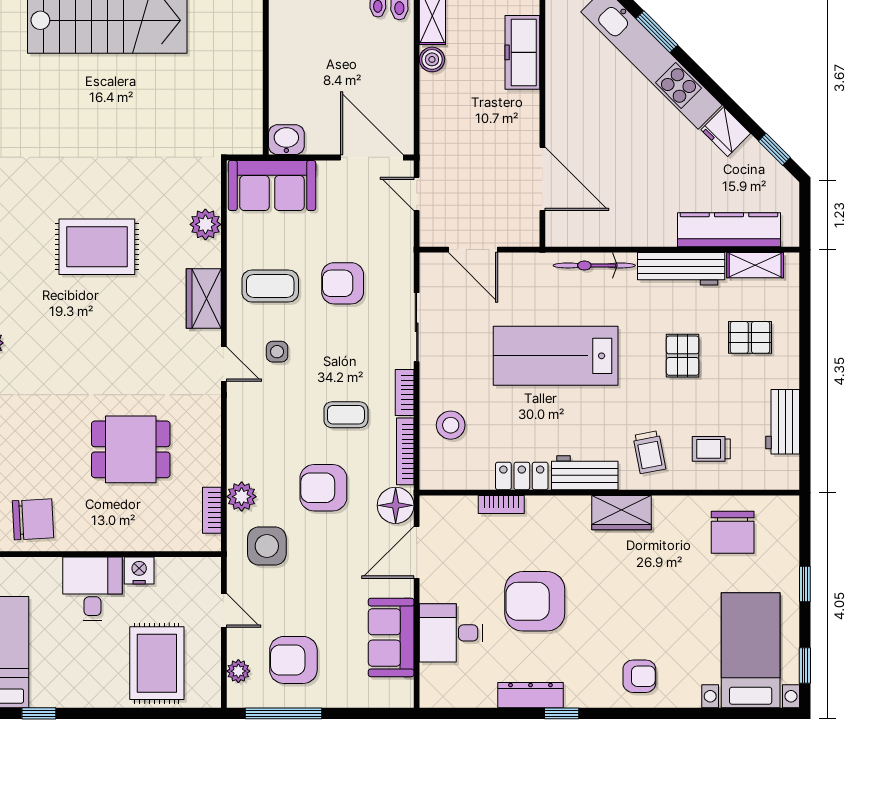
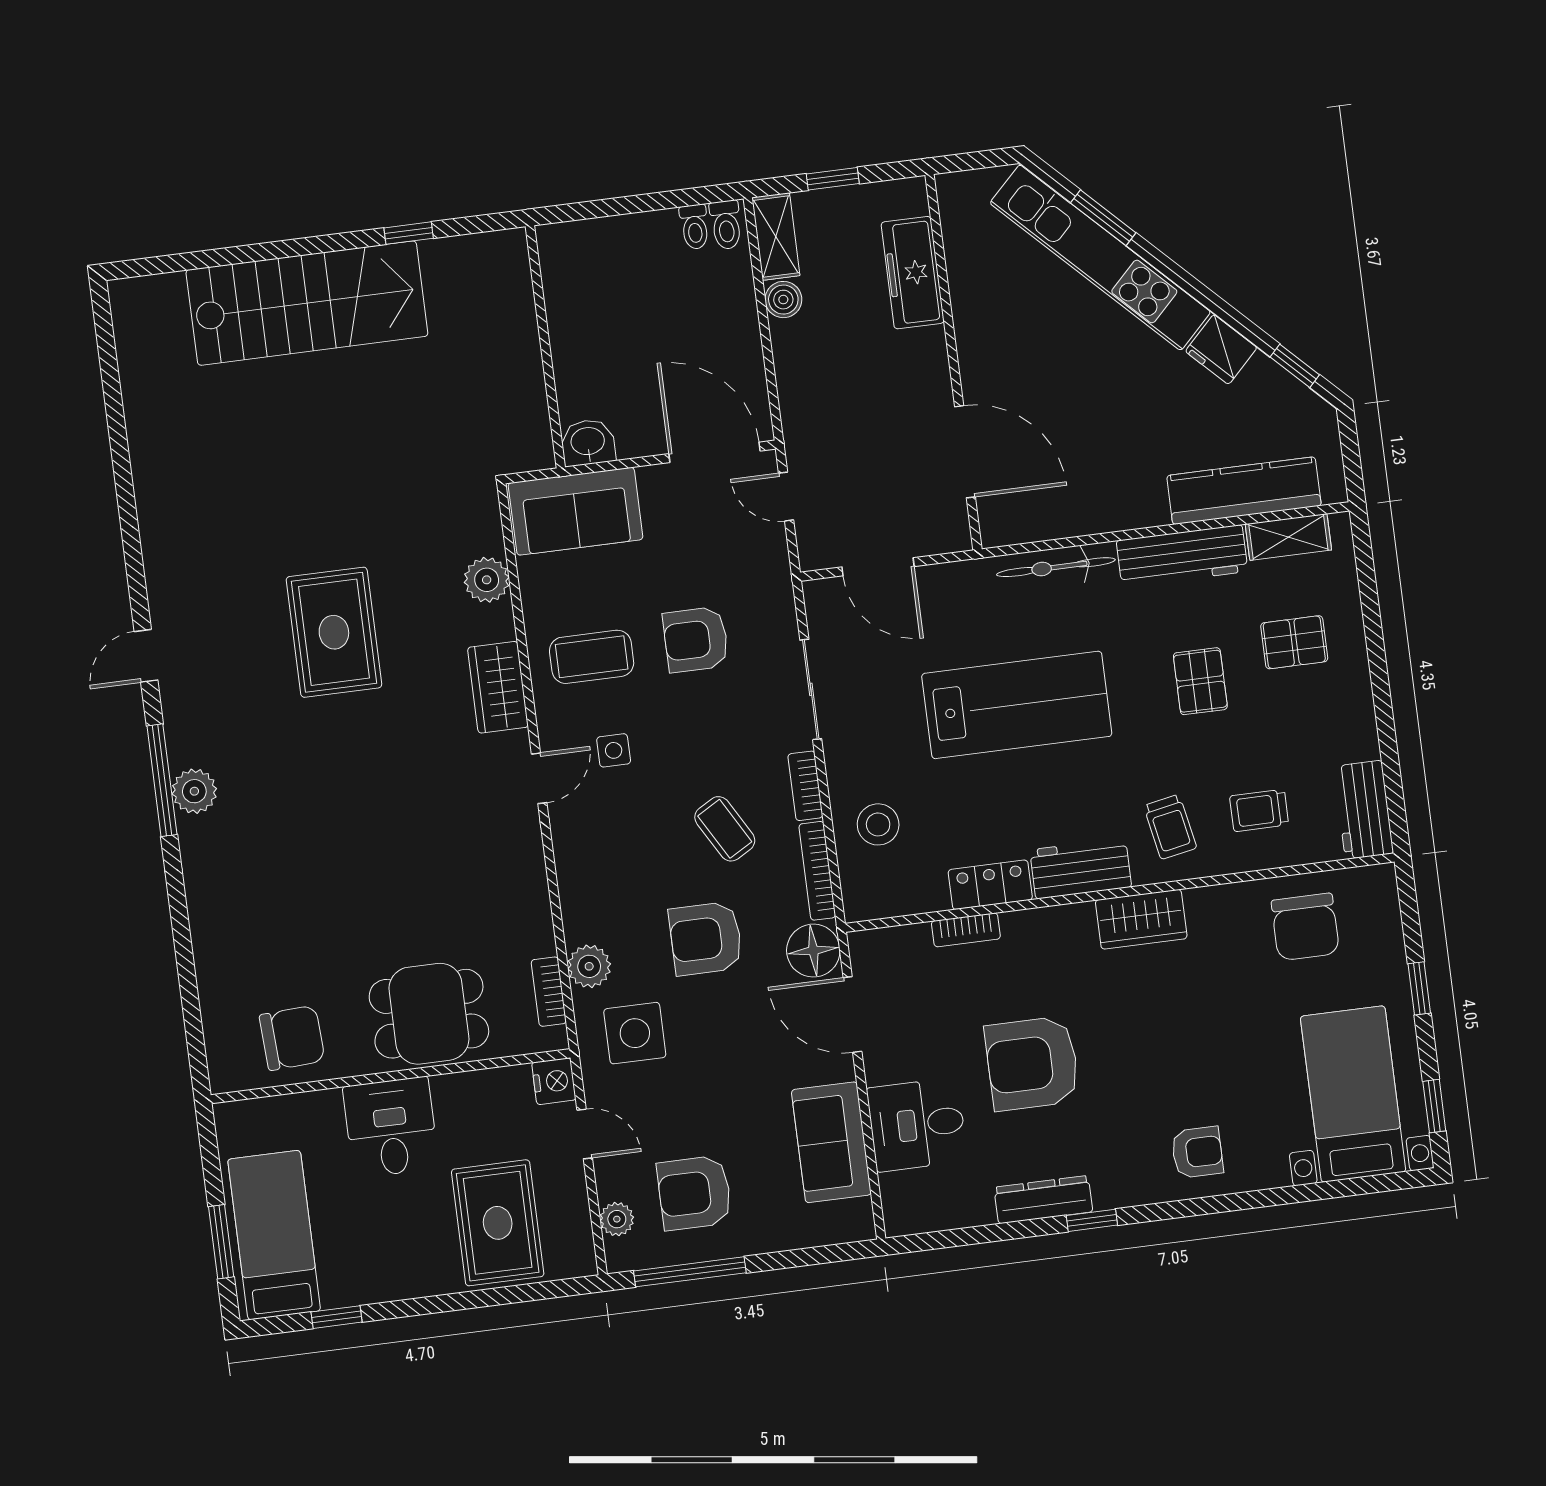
rug: (97, 247) -> (334, 632), turned 90
lab bench: (556, 356) -> (1017, 705), turned 180
door: (224, 364) -> (539, 778), hinge flipped
coffee table: (346, 415) -> (725, 829), turned 60
workbench: (783, 422) -> (1364, 810), moved
dining table: (131, 449) -> (429, 1014), moved
door: (417, 552) -> (852, 1015), hinge flipped
nightstand: (139, 571) -> (554, 1081), moved, turned 90

